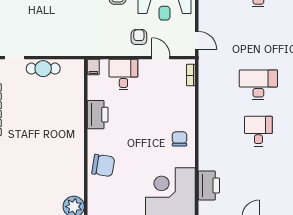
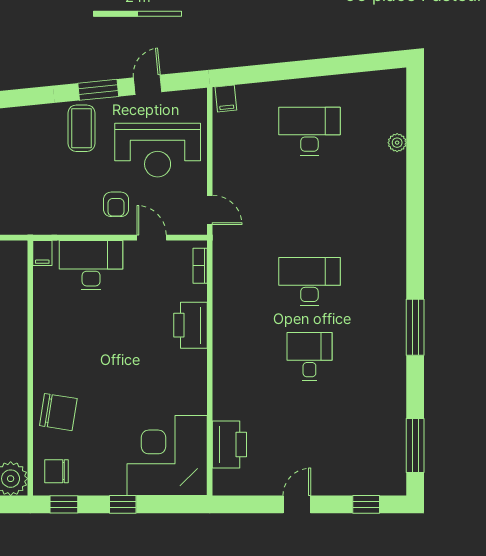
armchair: (139, 37) -> (116, 204), turned 180
desk: (123, 75) -> (91, 265), width x1.37
printer: (98, 115) -> (191, 325), moved, turned 180
chair: (179, 139) -> (57, 471), moved, turned -90

